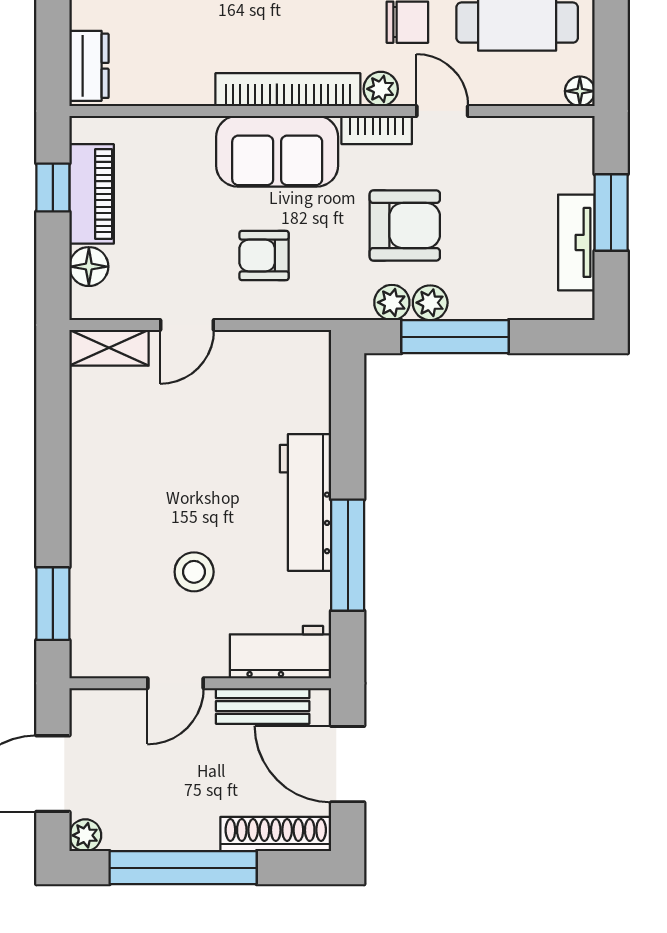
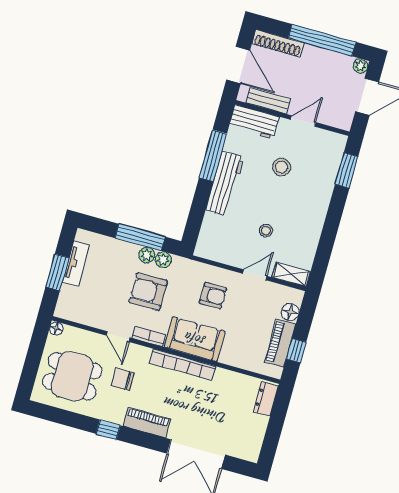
plant: (381, 89) -> (142, 354), removed
stool: (190, 426) -> (266, 231), added

